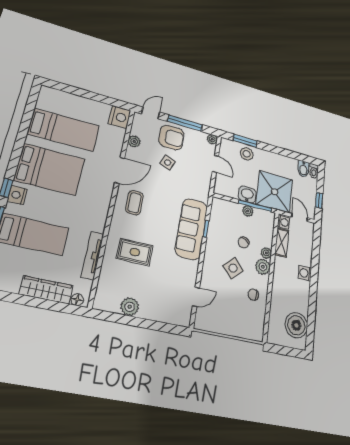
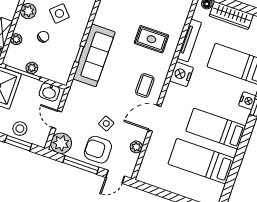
nightstand: (120, 117) -> (181, 74), moved
plant: (212, 139) -> (61, 143), width x1.88, depth x1.88
bed: (50, 169) -> (216, 129), width x0.67
washbasin: (247, 195) -> (49, 92), moved
plant: (266, 253) -> (16, 39), moved

